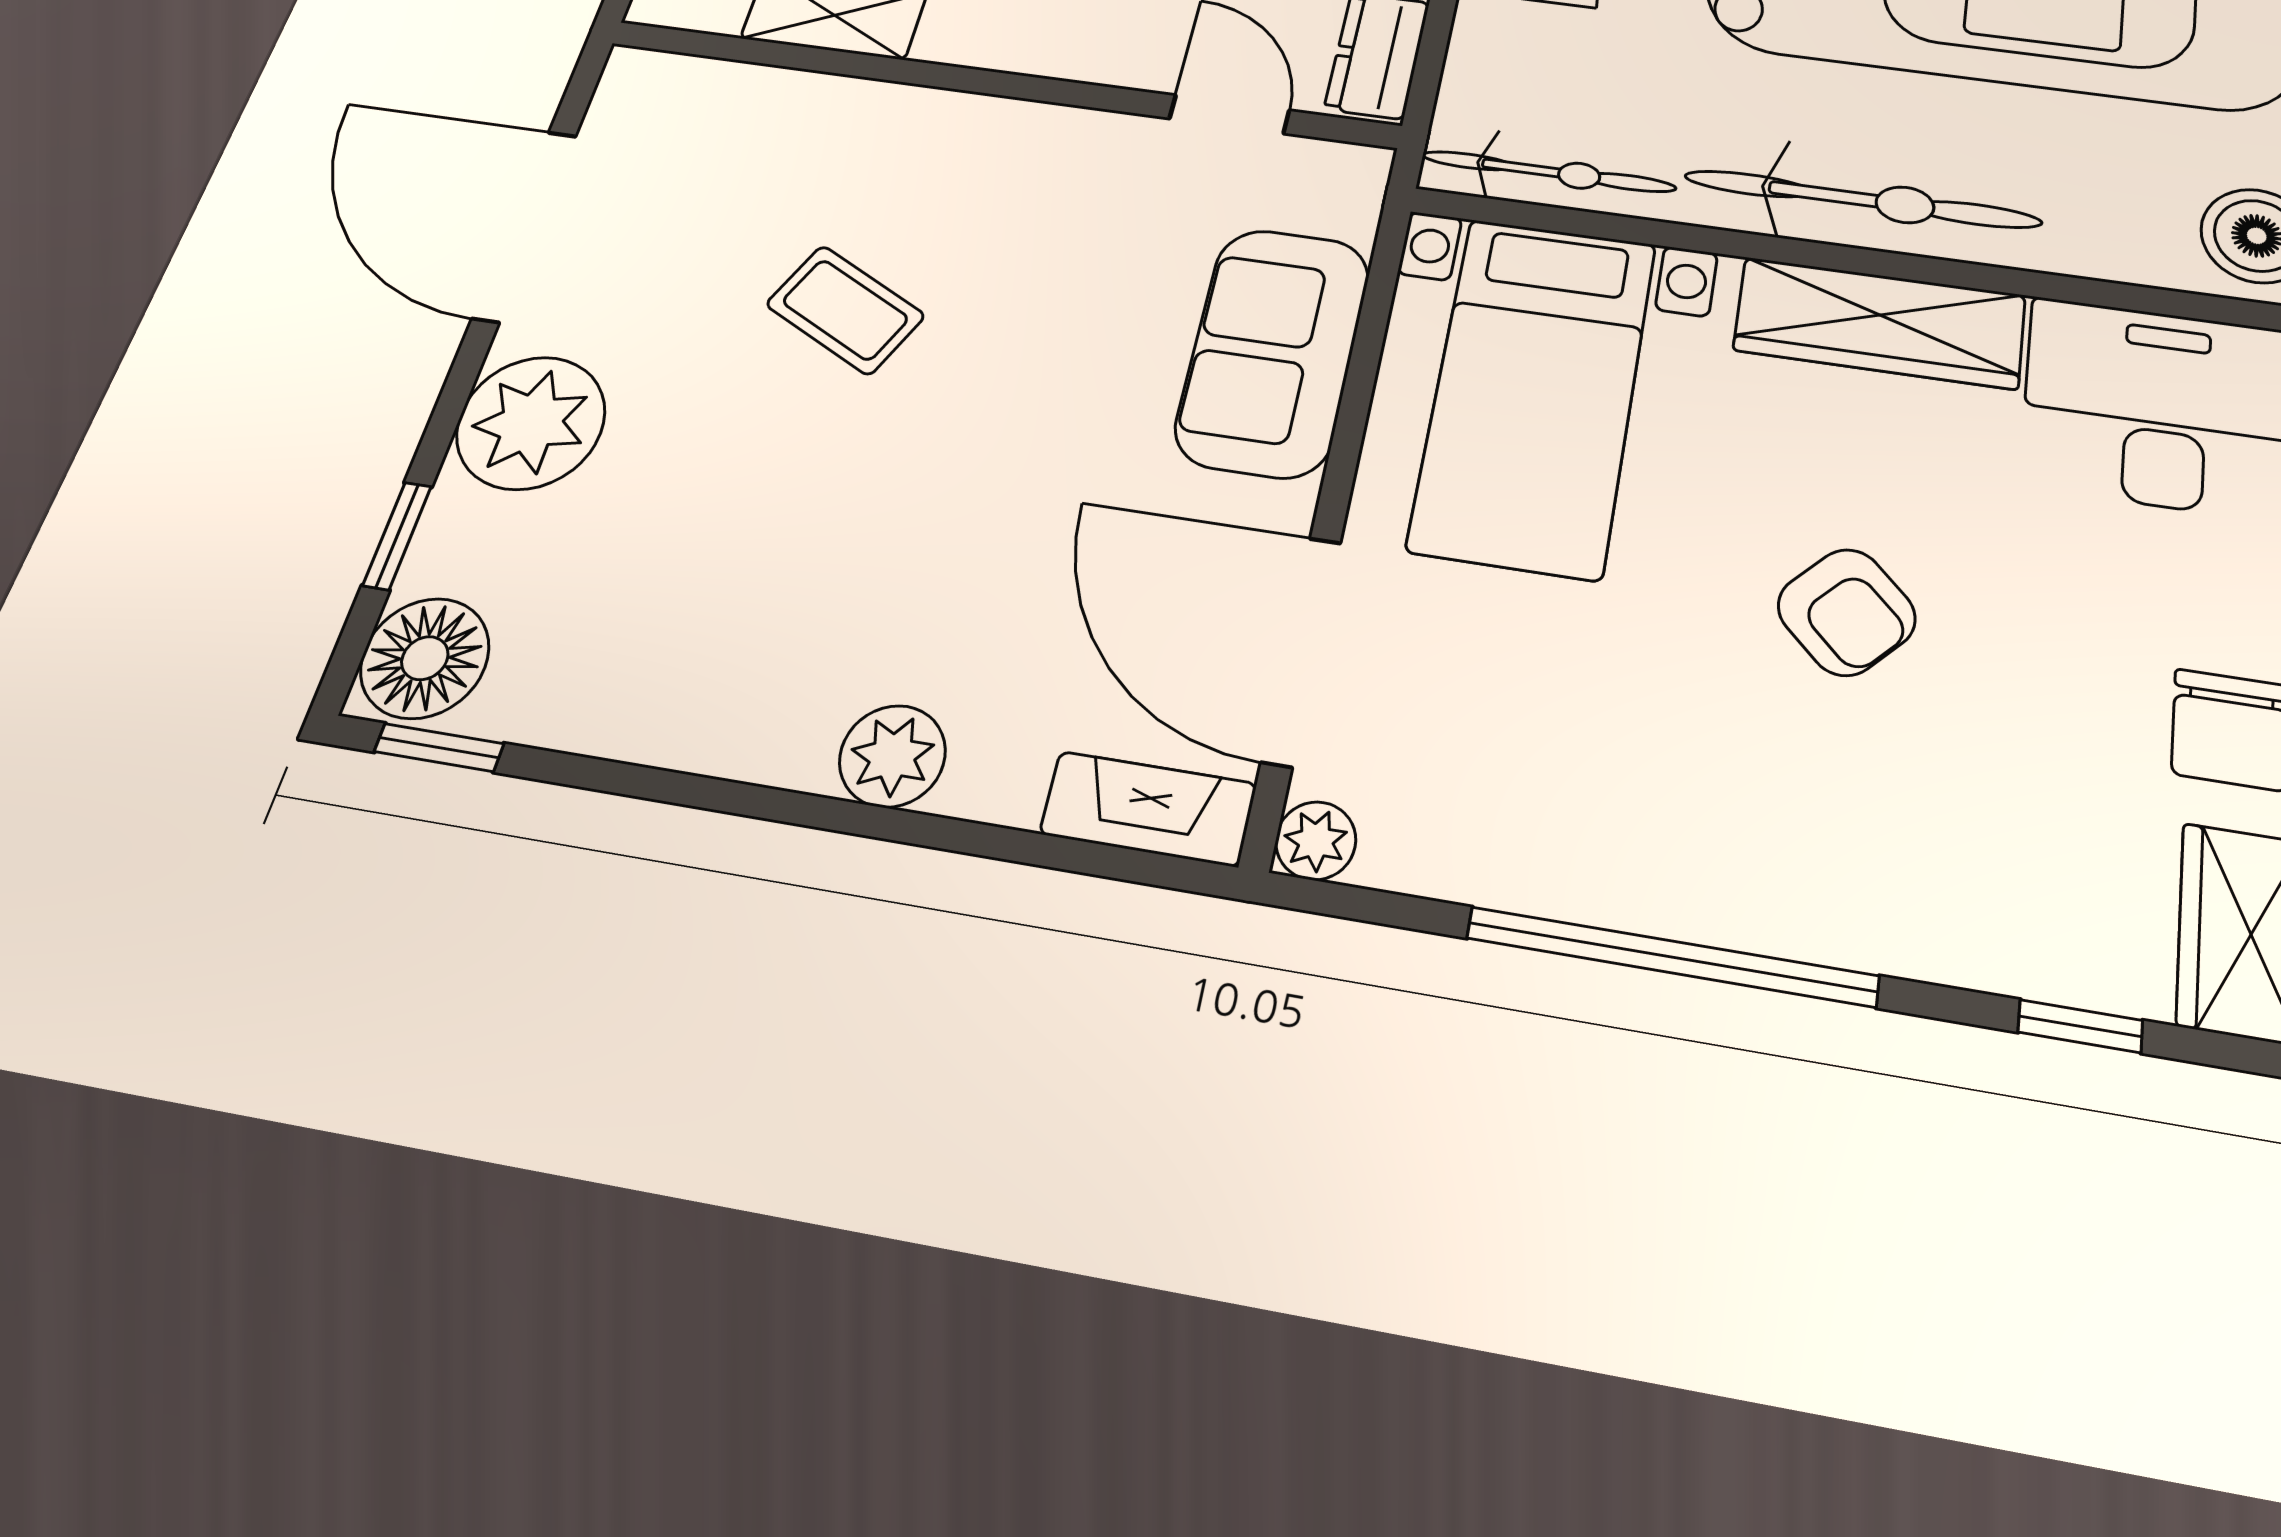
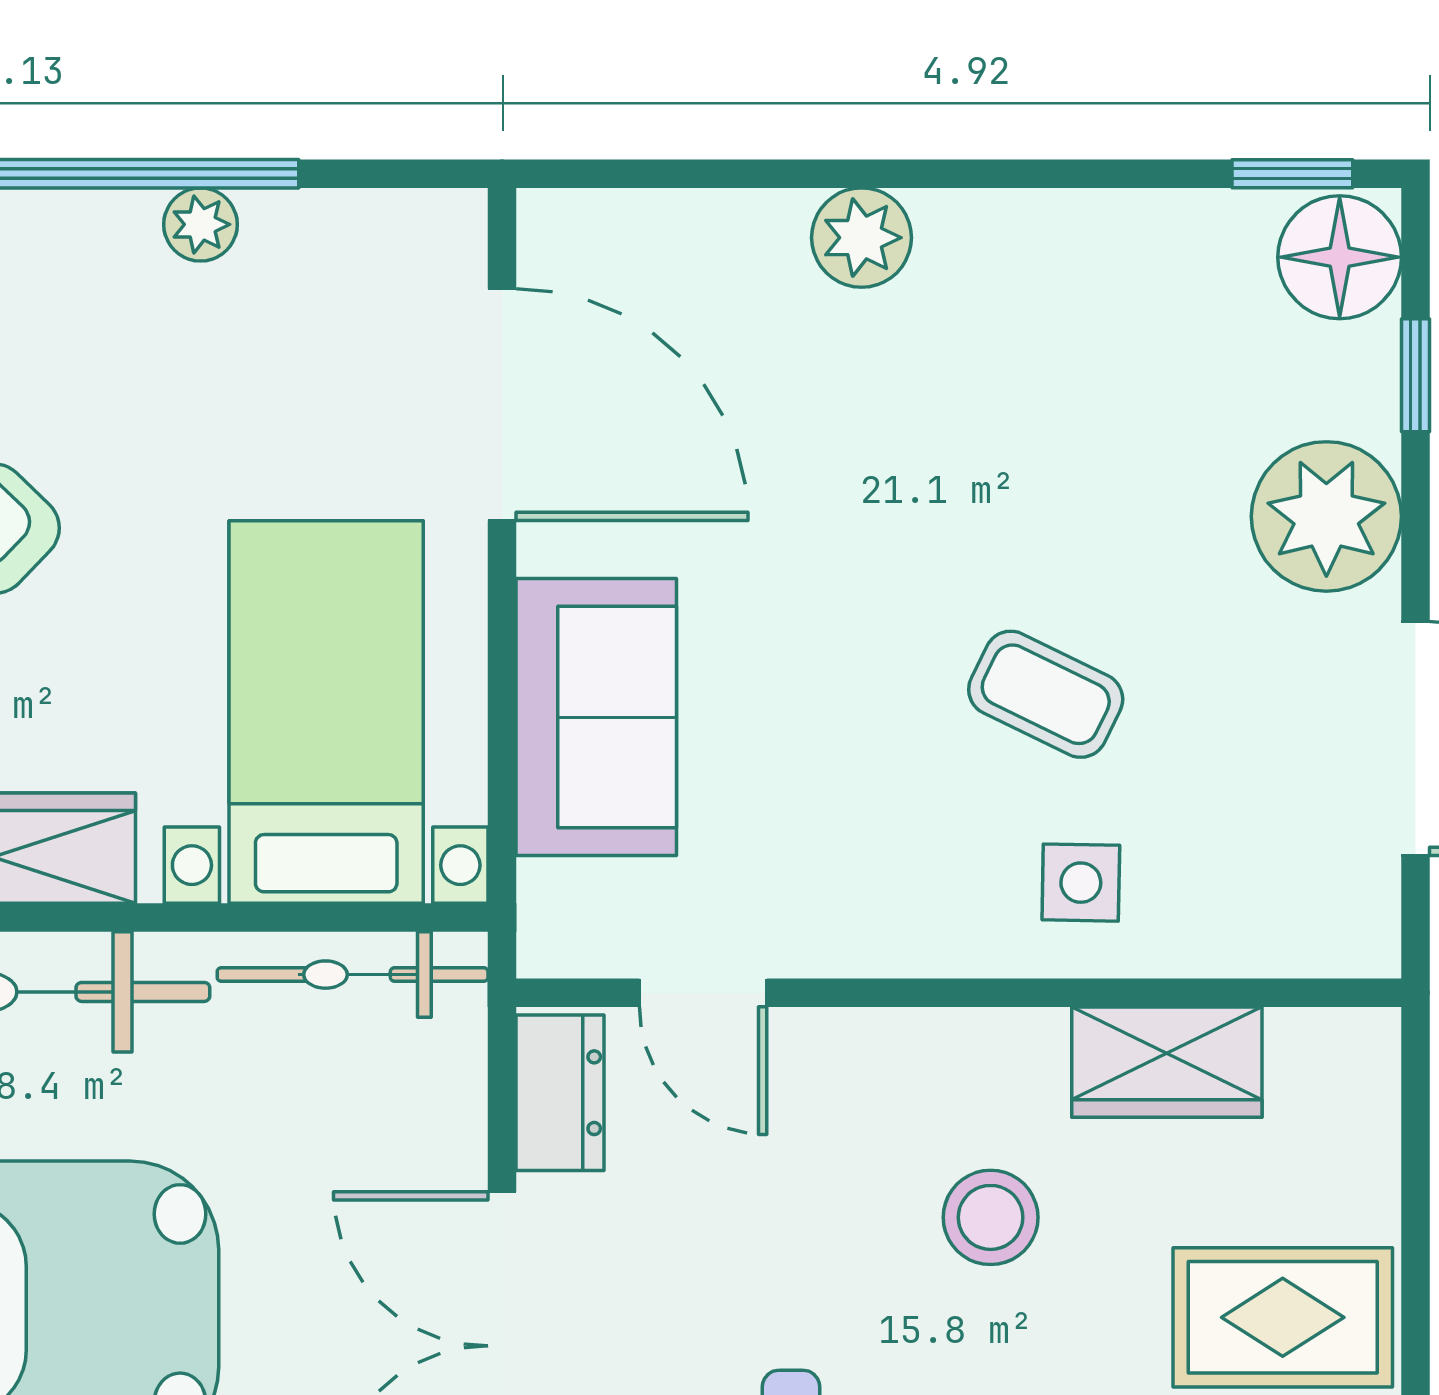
side table: (865, 154) -> (1081, 883), added
fireplace: (1148, 809) -> (611, 228), removed
plant: (1316, 841) -> (200, 224), moved

